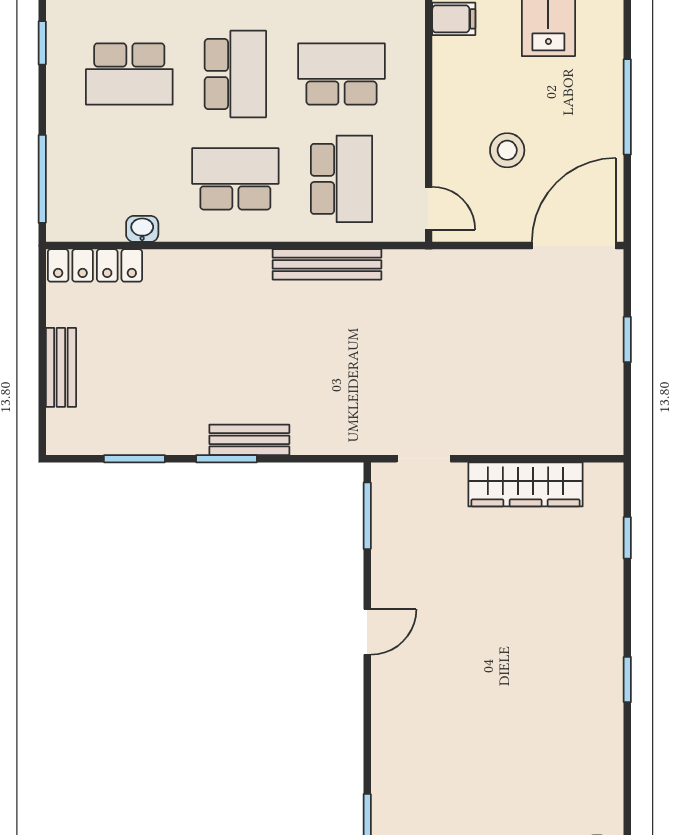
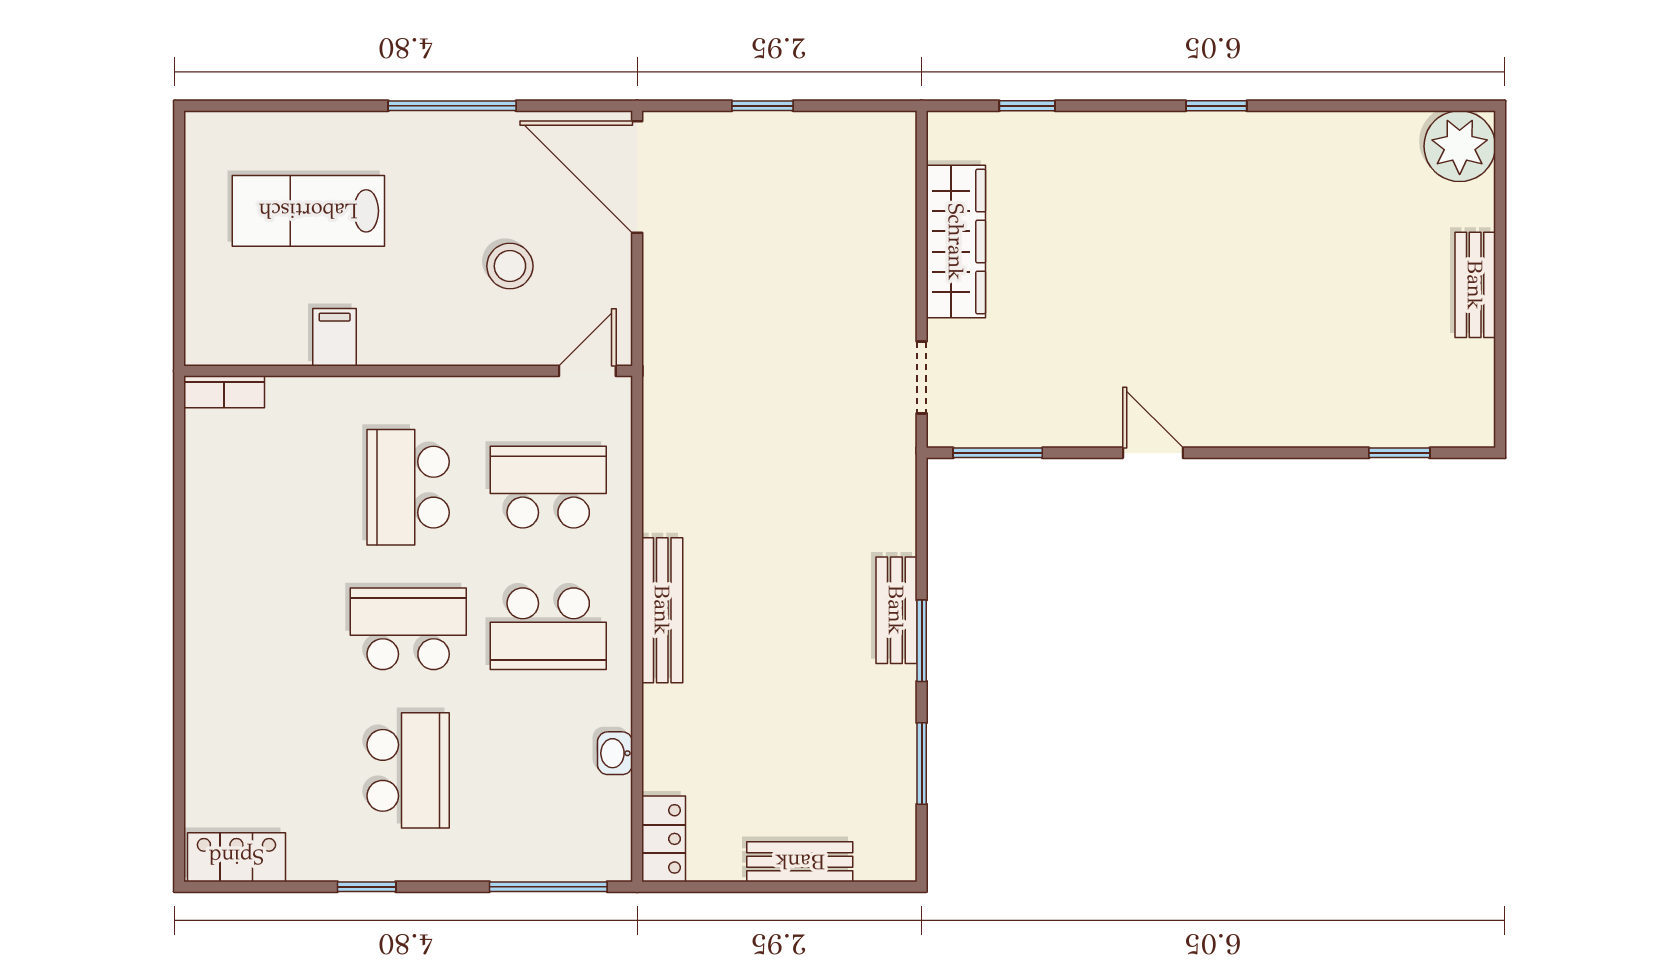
school desk: (235, 179) -> (548, 629), turned -90
bench: (327, 264) -> (662, 610), moved
locker: (95, 265) -> (664, 839), width x0.66

